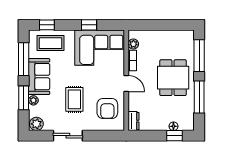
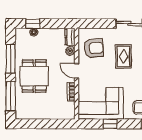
plant: (133, 44) -> (70, 51), moved
armchair: (107, 109) -> (94, 48), turned 85

